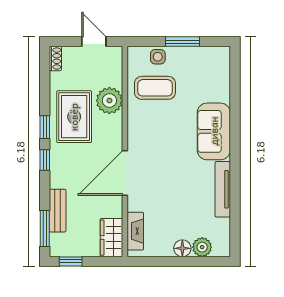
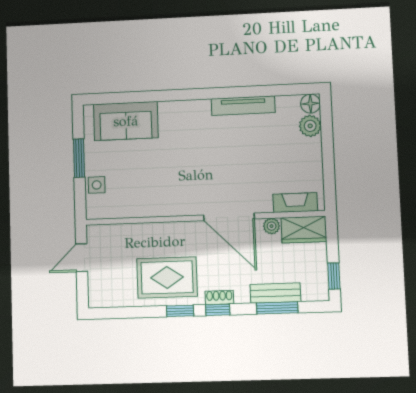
shoe rack: (55, 58) -> (219, 297), moved
coffee table: (155, 88) -> (132, 187), removed
plant: (109, 101) -> (272, 226), moved, width x0.53, depth x0.53
sofa: (214, 131) -> (126, 121), moved
window: (45, 228) -> (277, 308), moved
floor lamp: (182, 248) -> (310, 104), moved

